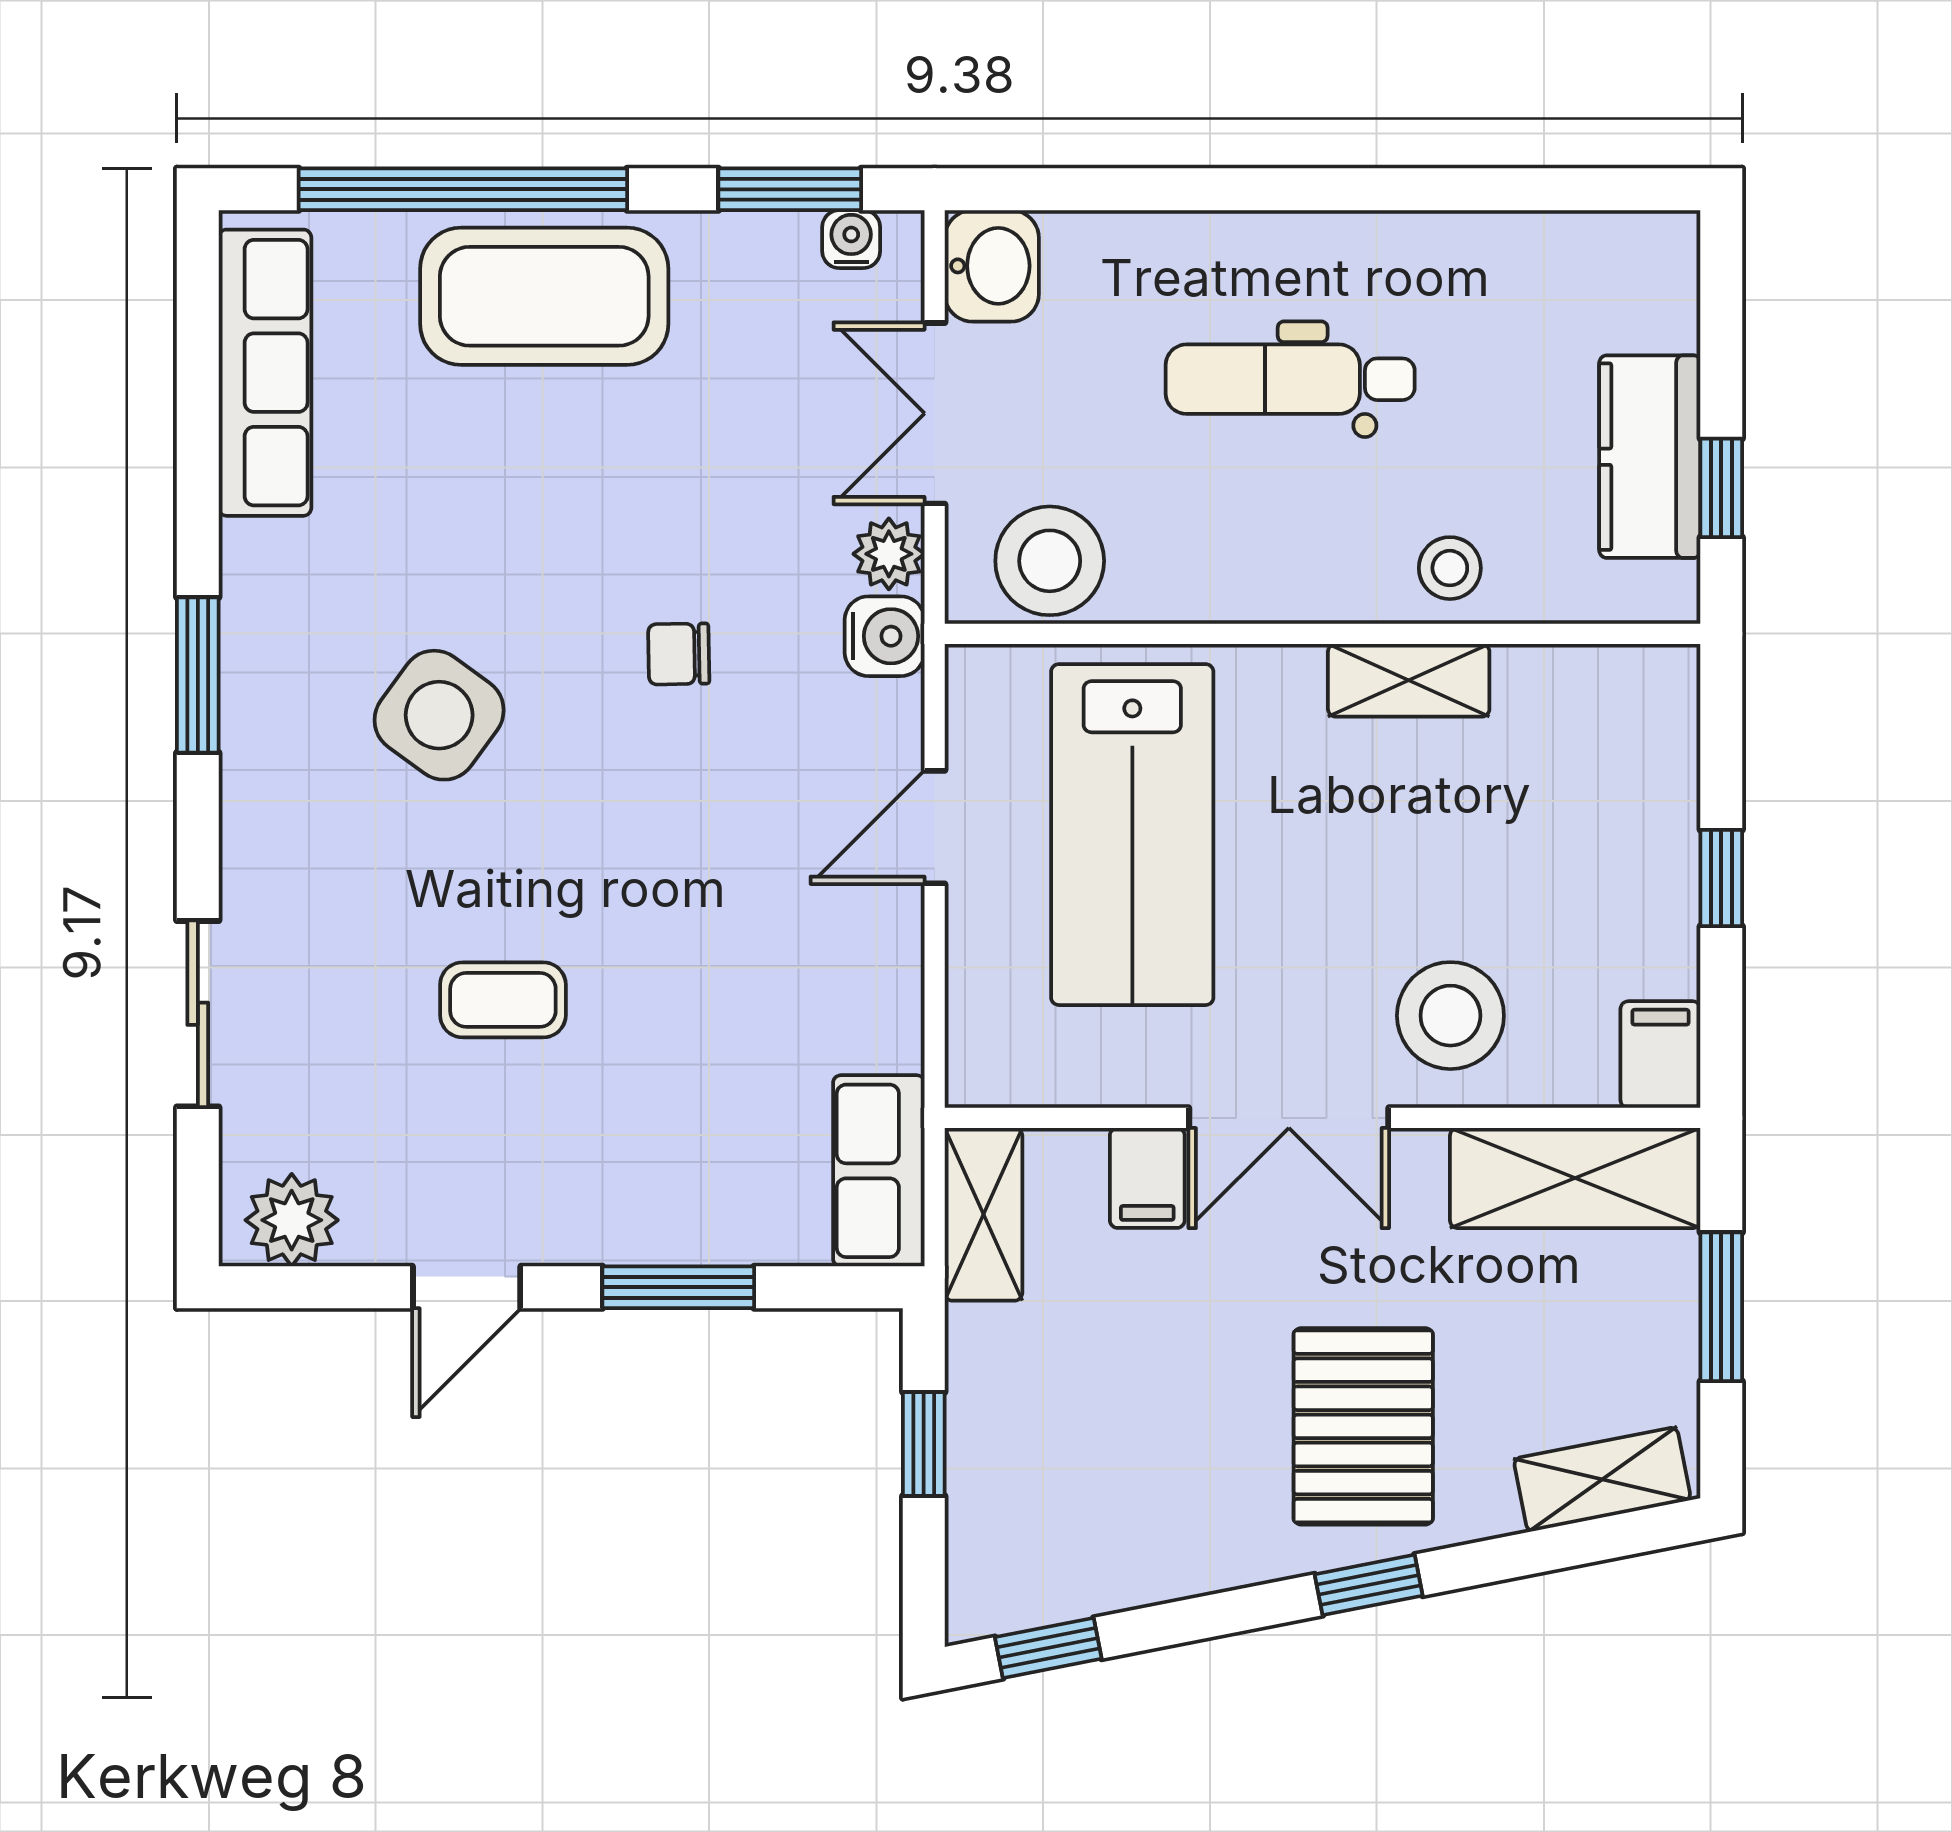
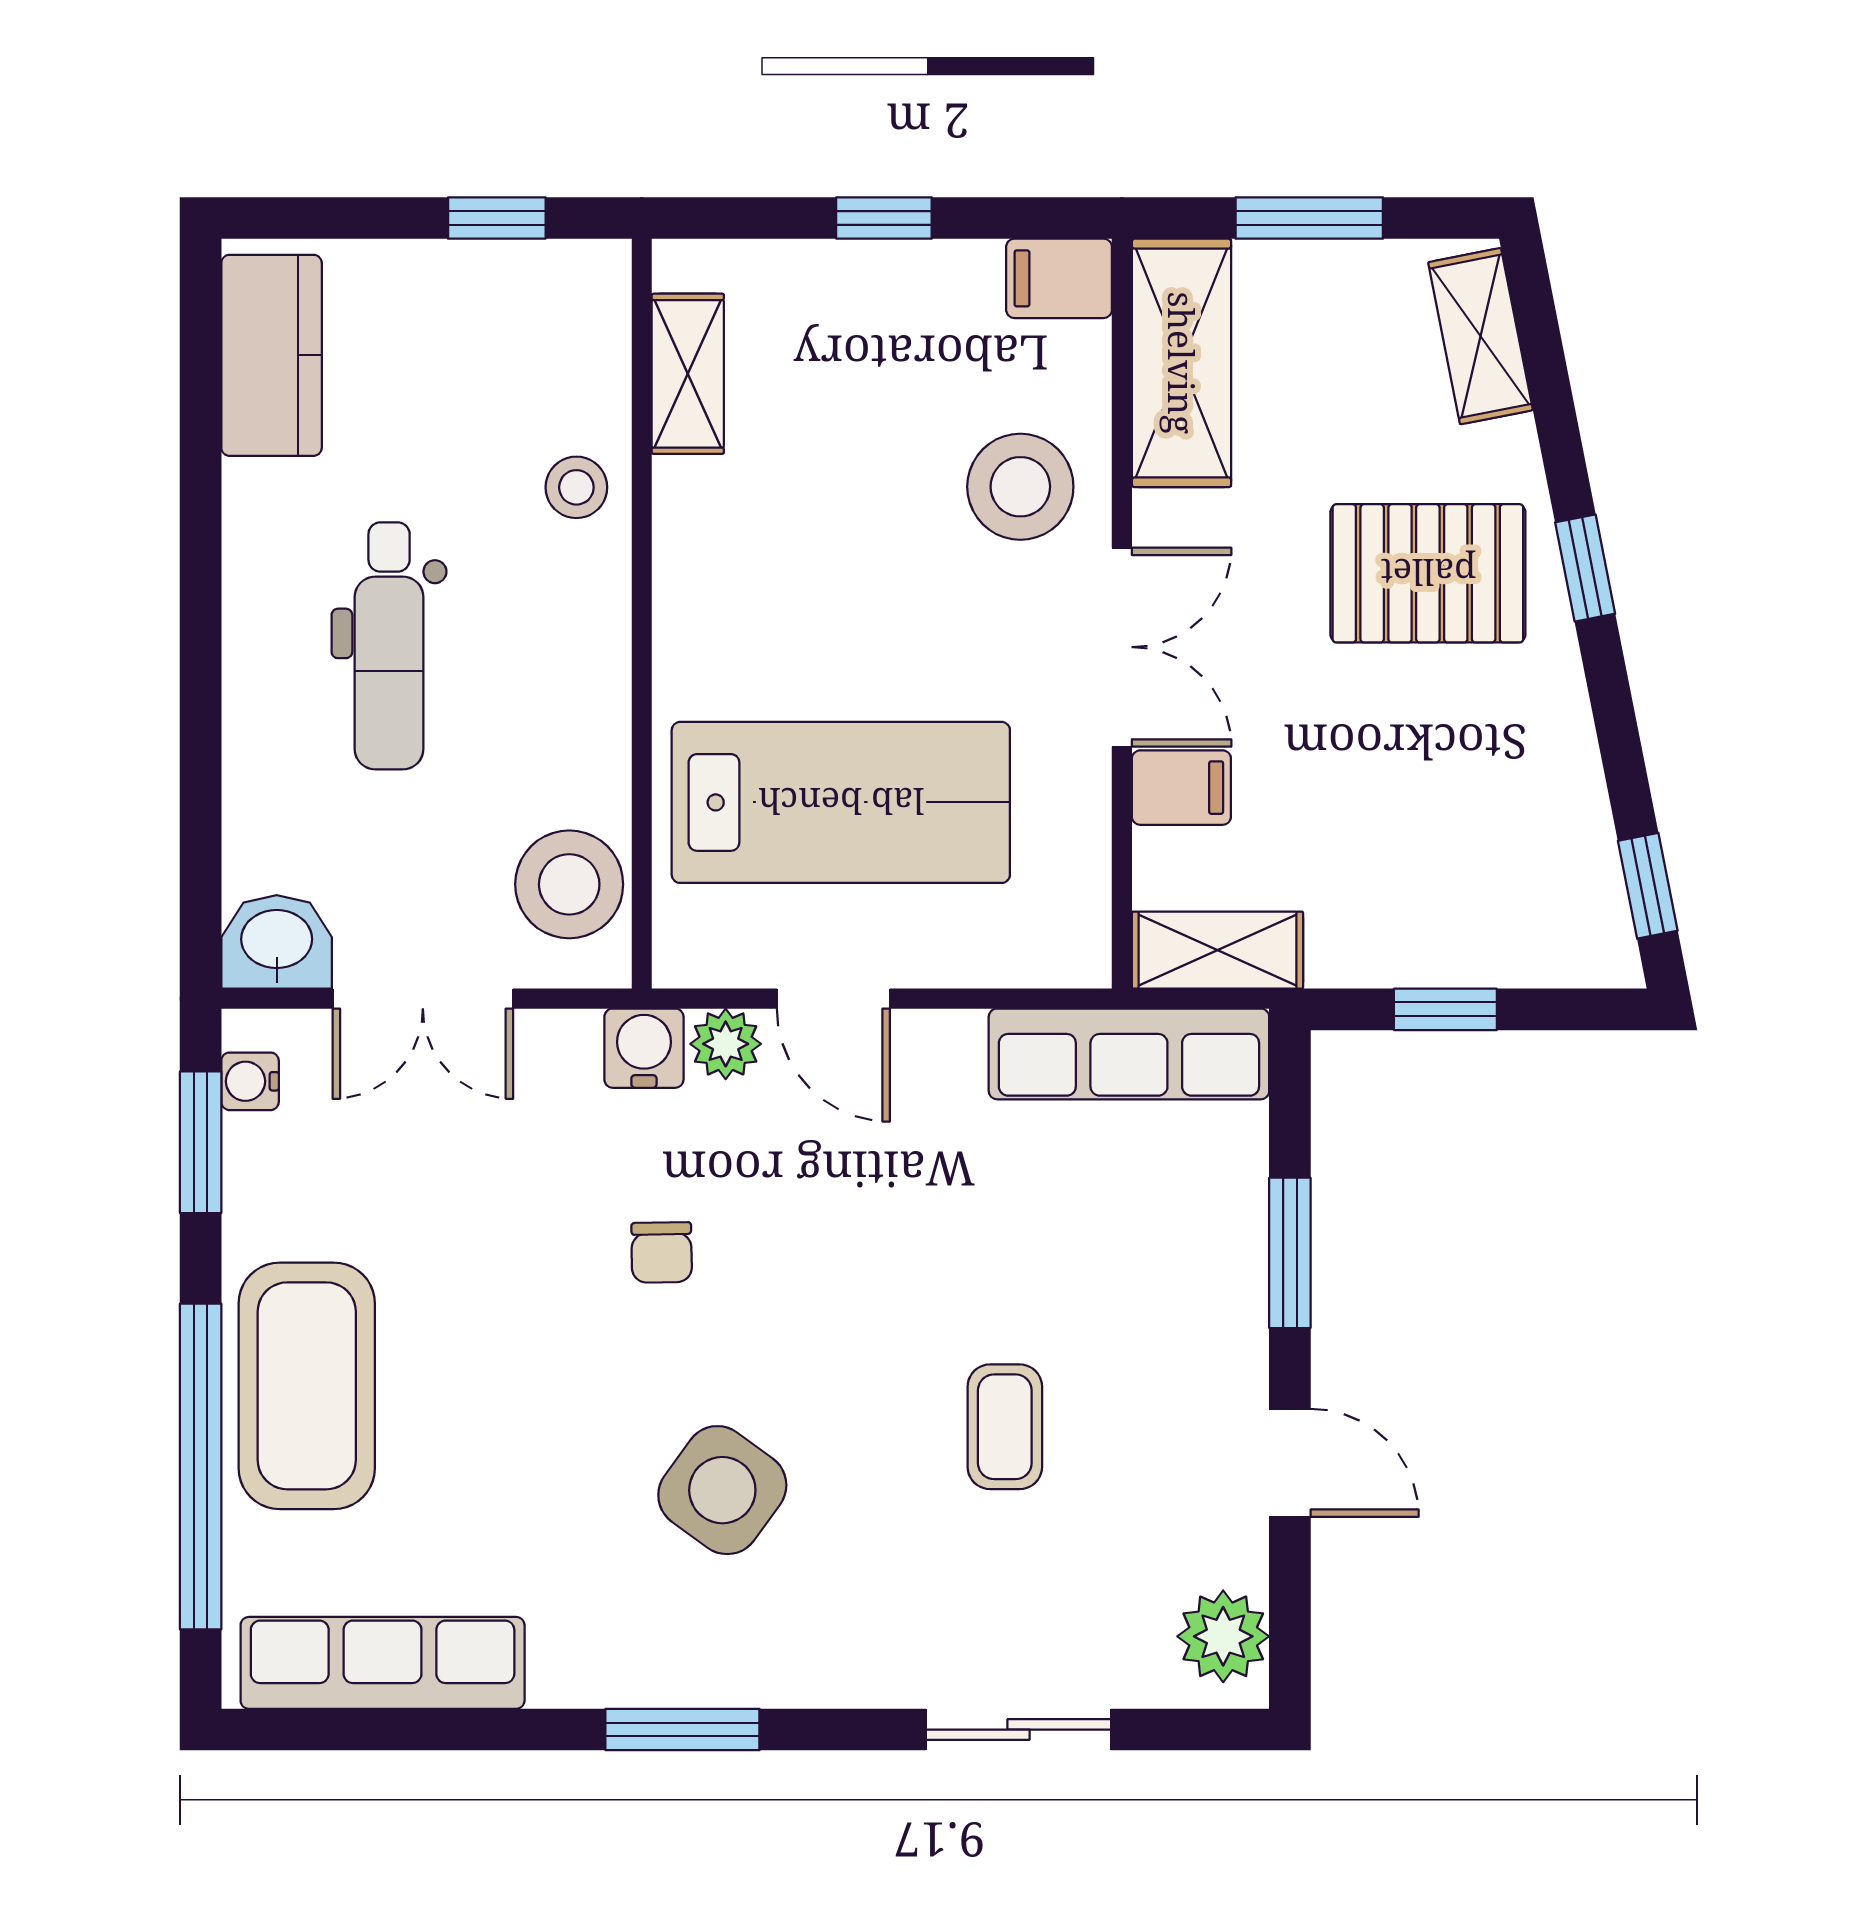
kitchen counter: (1650, 457) -> (272, 355), moved, turned -90
plant: (889, 554) -> (726, 1044), moved
shelving: (1409, 680) -> (688, 374), moved
row of seats: (879, 1171) -> (1129, 1054), width x1.48

